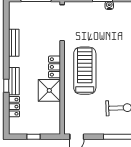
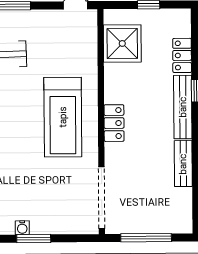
bench: (14, 81) -> (183, 107), width x1.36
shower: (49, 90) -> (122, 43), moved

